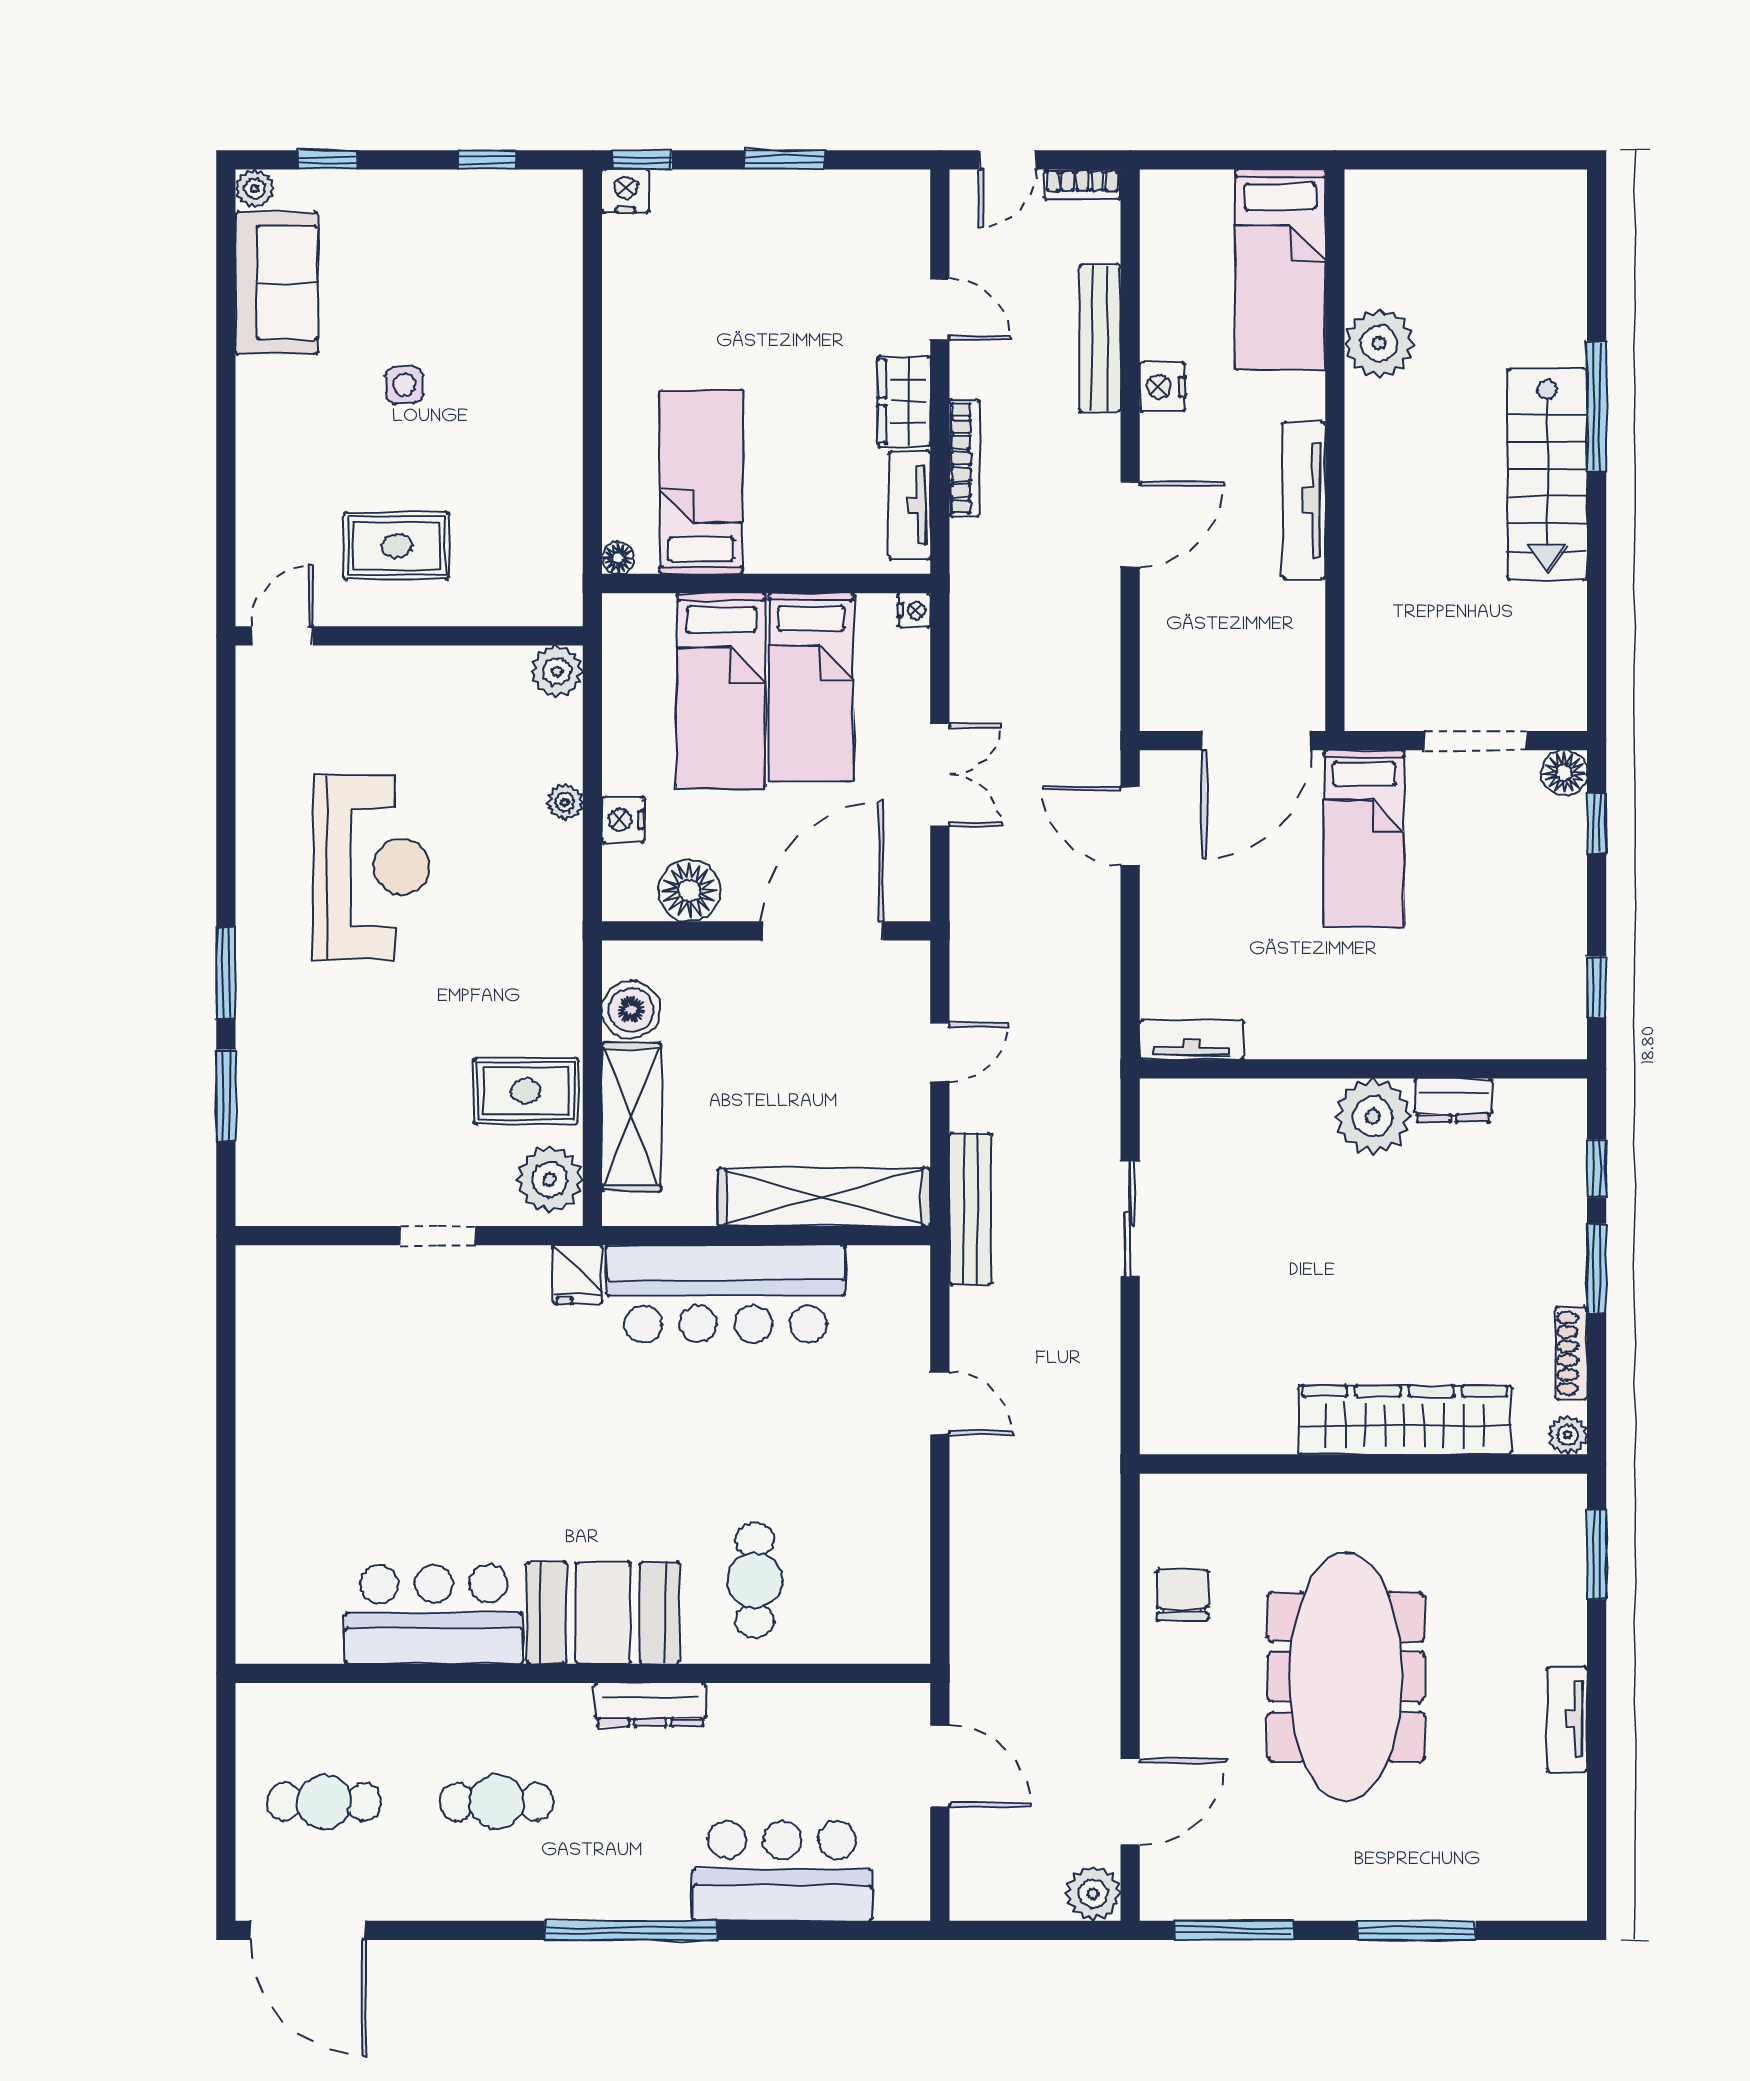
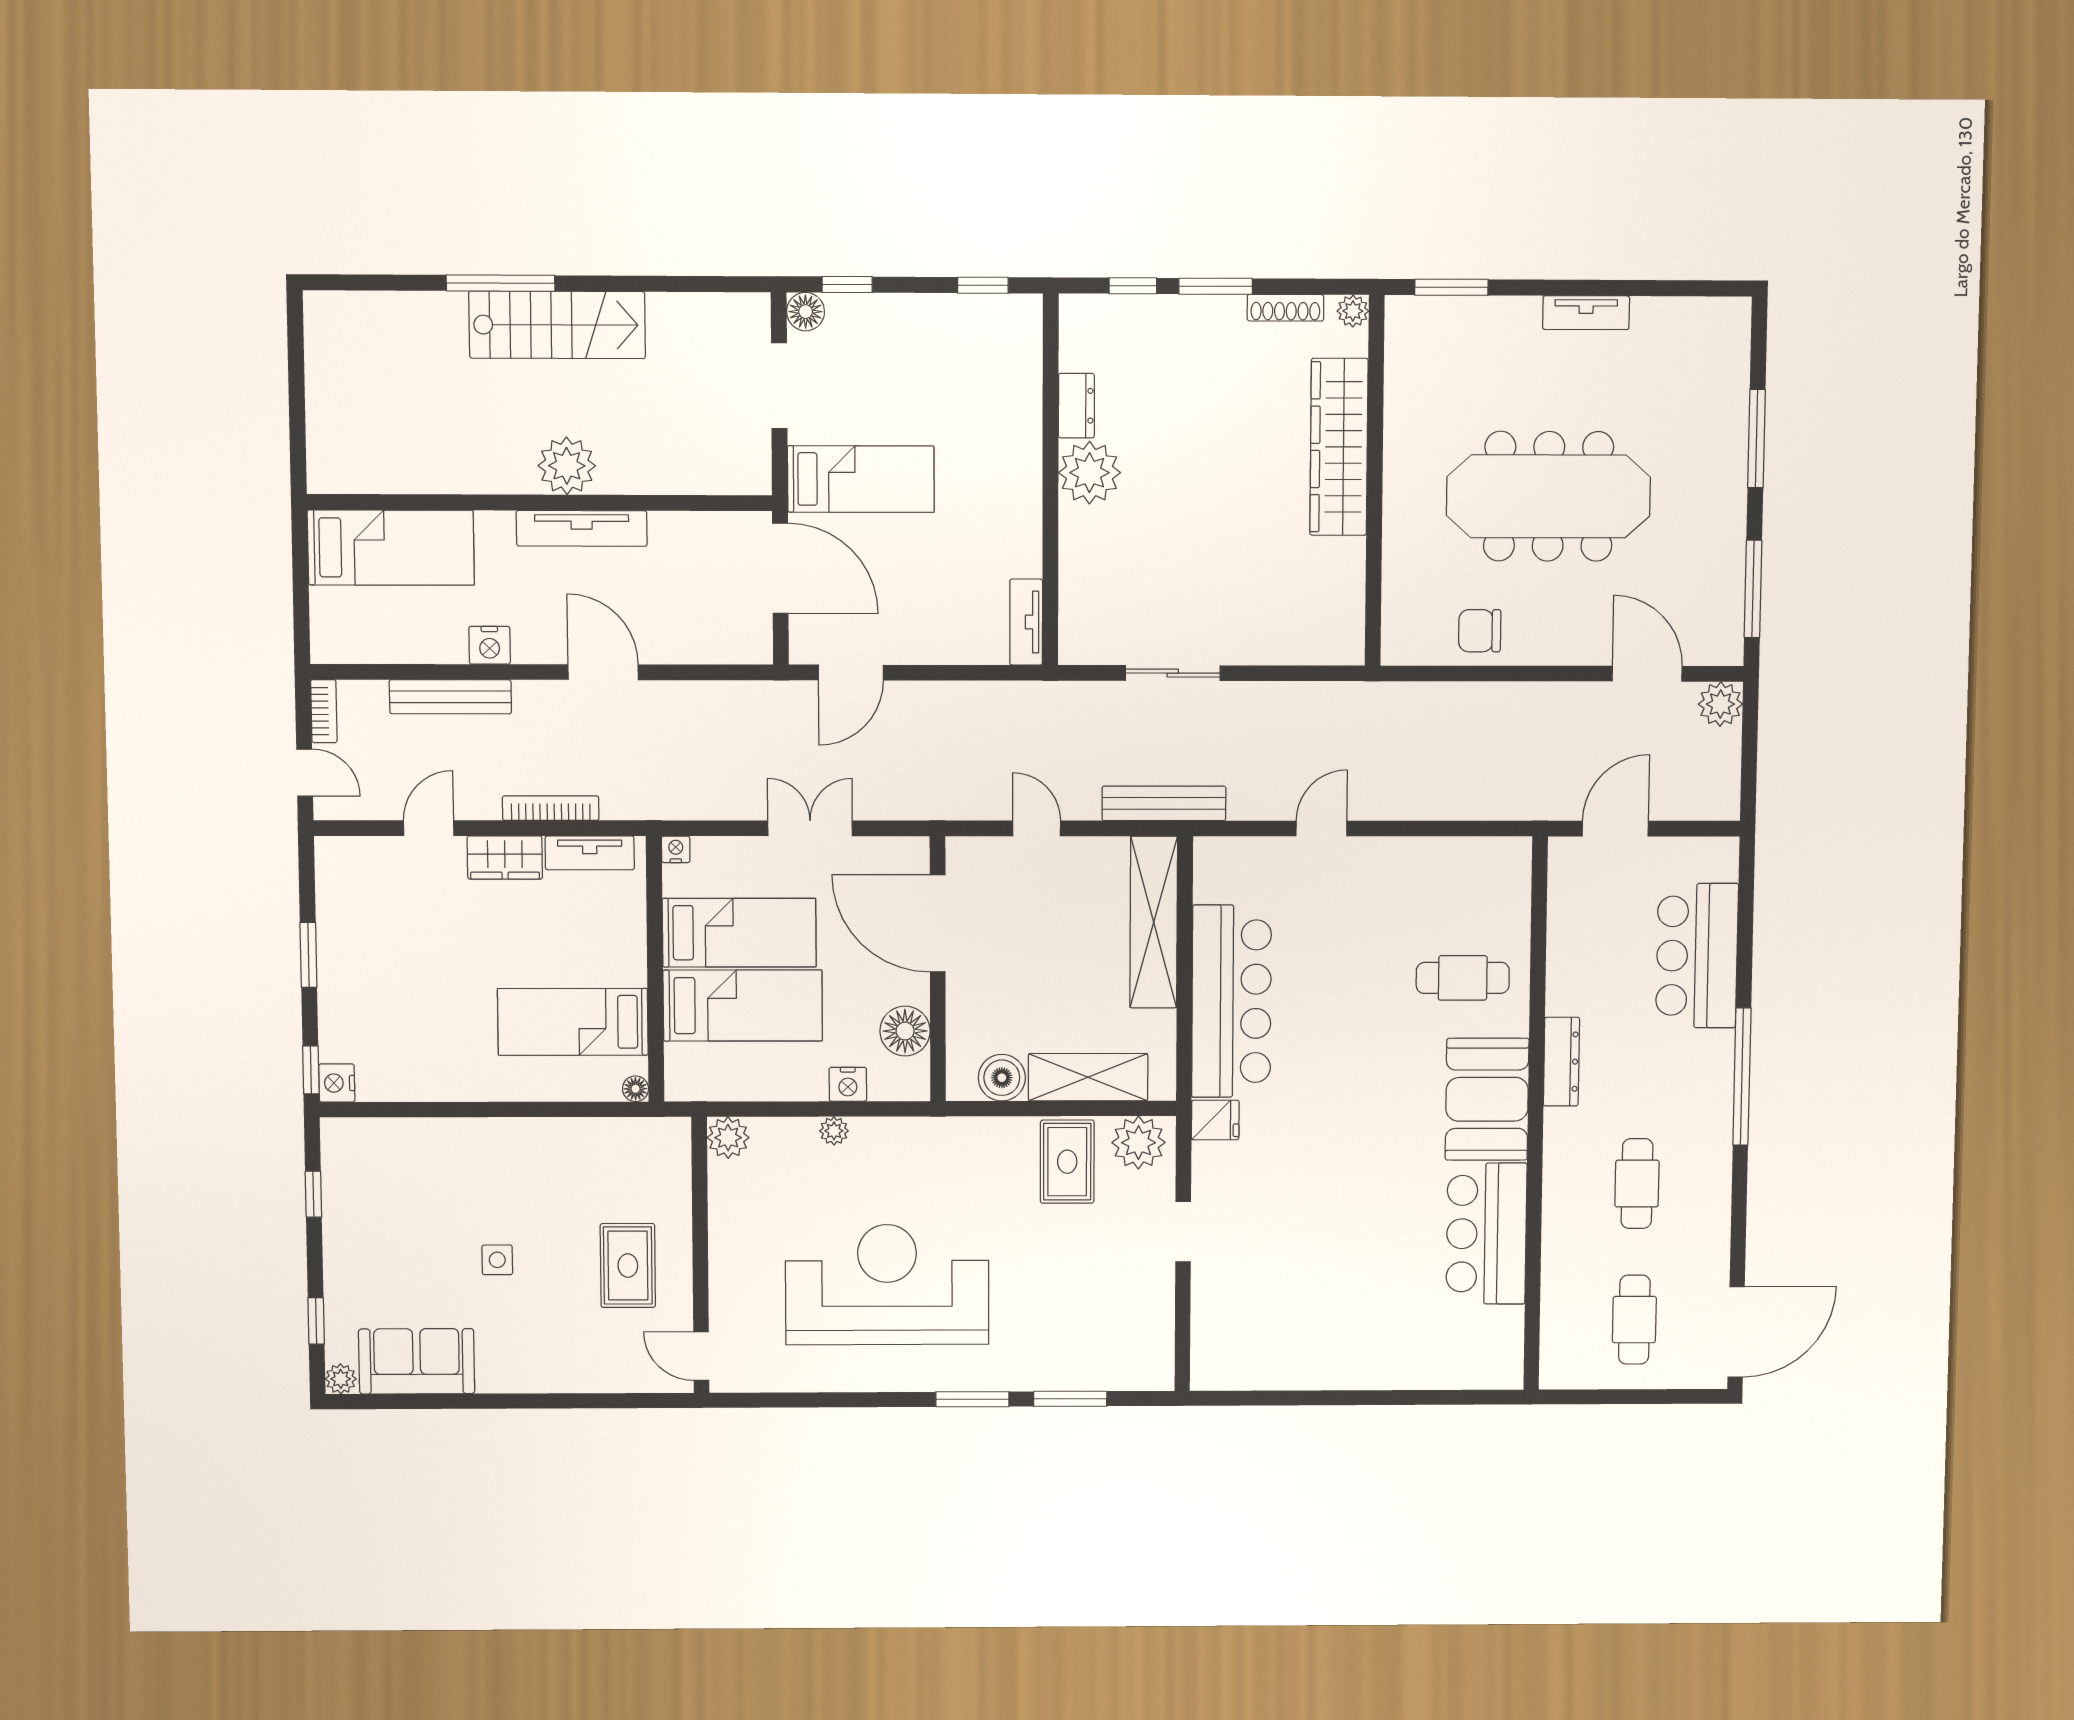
plant: (1379, 343) -> (567, 466), moved
reception desk: (371, 867) -> (887, 1285), width x1.36, depth x1.30

